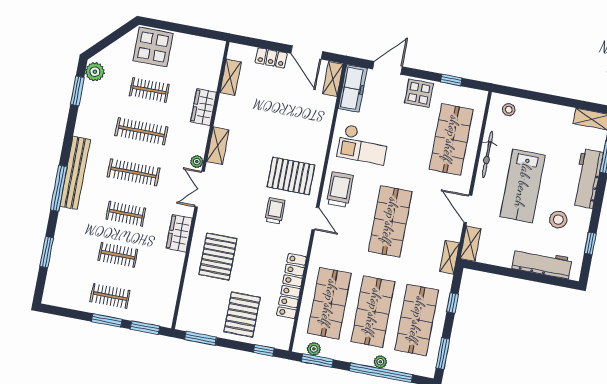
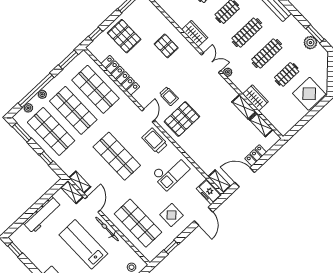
plant: (95, 72) -> (310, 43), moved
freezer: (353, 88) -> (209, 192), width x0.71
display table: (419, 93) -> (171, 215), moved
checkout: (363, 144) -> (171, 172), turned 180
shelving: (218, 146) -> (244, 107), moved
bicycle: (488, 154) -> (107, 229), moved
trolley: (340, 190) -> (155, 141), turned 180
door: (468, 209) -> (93, 205), hinge flipped
door: (315, 219) -> (148, 116), swing flipped
stool: (558, 220) -> (50, 251), removed
window: (590, 243) -> (15, 250), moved
pallet: (218, 257) -> (166, 46), width x0.67, depth x0.71
shelving: (450, 257) -> (80, 182), moved
workbench: (542, 263) -> (42, 215), moved
plant: (314, 349) -> (28, 108), moved

